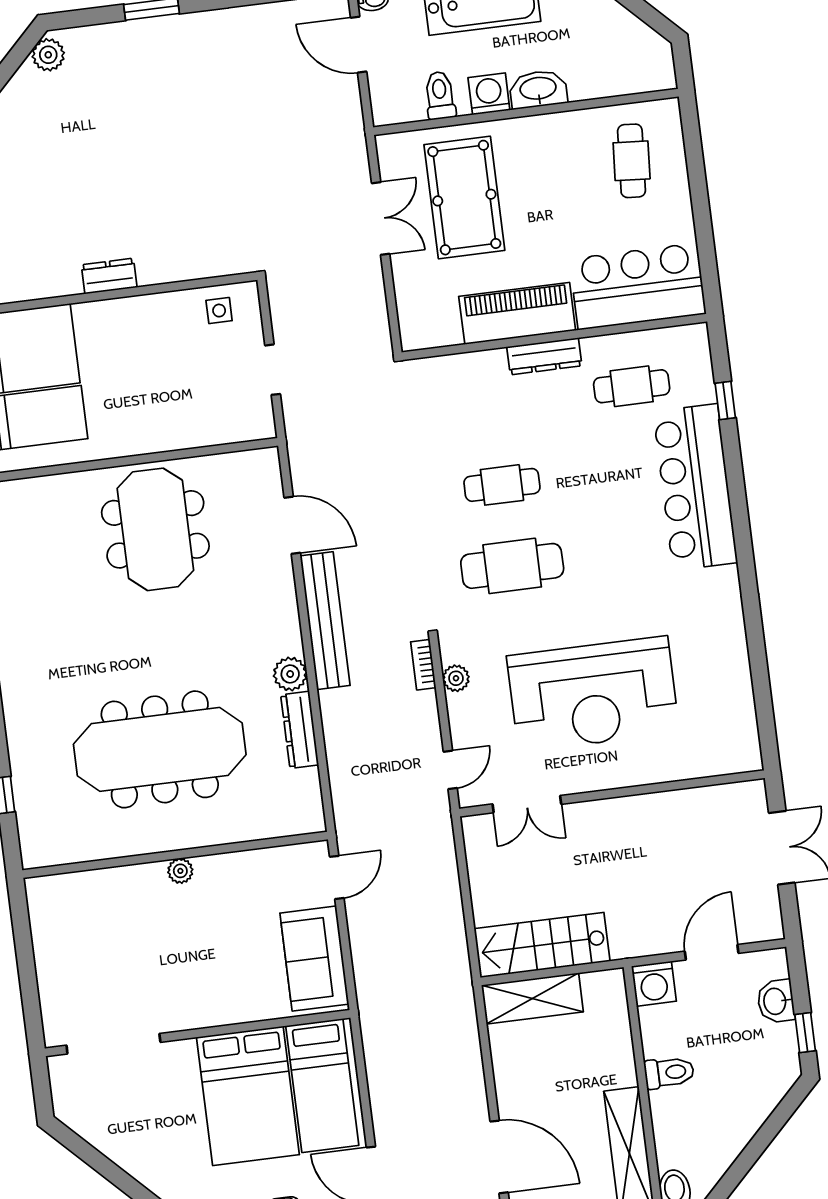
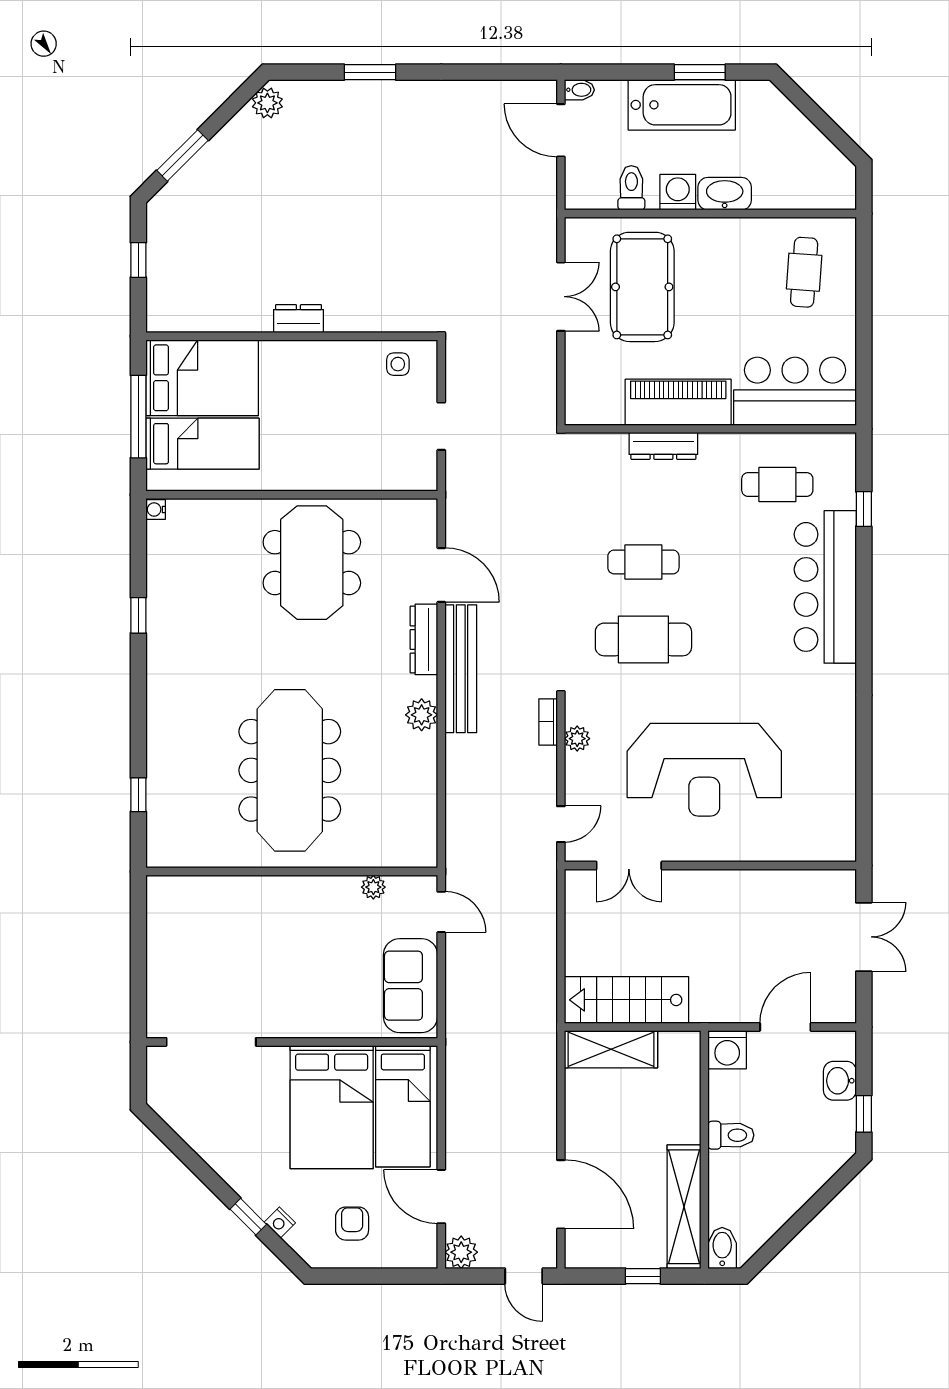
dresser: (544, 356) -> (663, 446), moved
dresser: (300, 730) -> (424, 639), moved
meeting table: (160, 749) -> (290, 770), turned 90
plant: (180, 871) -> (373, 887), moved
door: (337, 877) -> (441, 912), hinge flipped

